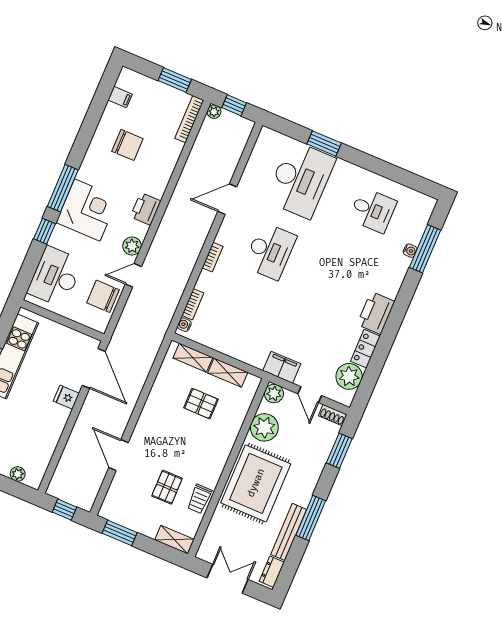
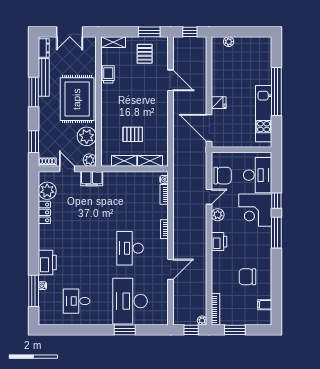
corner desk: (87, 210) -> (255, 210), moved
printer: (376, 313) -> (47, 262), moved
pallet: (167, 487) -> (145, 54), moved

